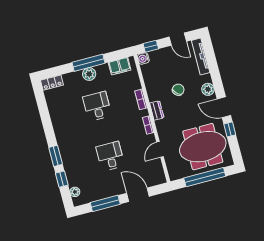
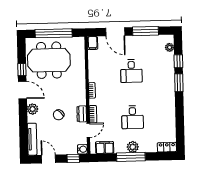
dresser: (157, 110) -> (82, 114), moved
door: (160, 149) -> (88, 130), moved
filing cabinet: (160, 177) -> (93, 43), added

